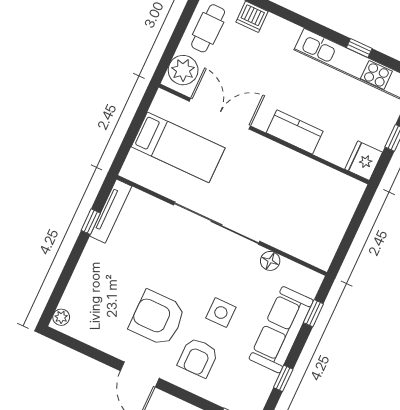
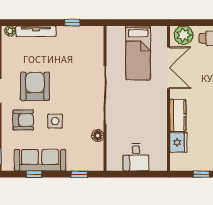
fridge: (364, 161) -> (178, 142), moved, turned 90
tv unit: (111, 211) -> (36, 31), moved
desk: (327, 220) -> (136, 157), added
sofa: (281, 330) -> (40, 160), moved
armchair: (198, 358) -> (23, 120), turned 180

